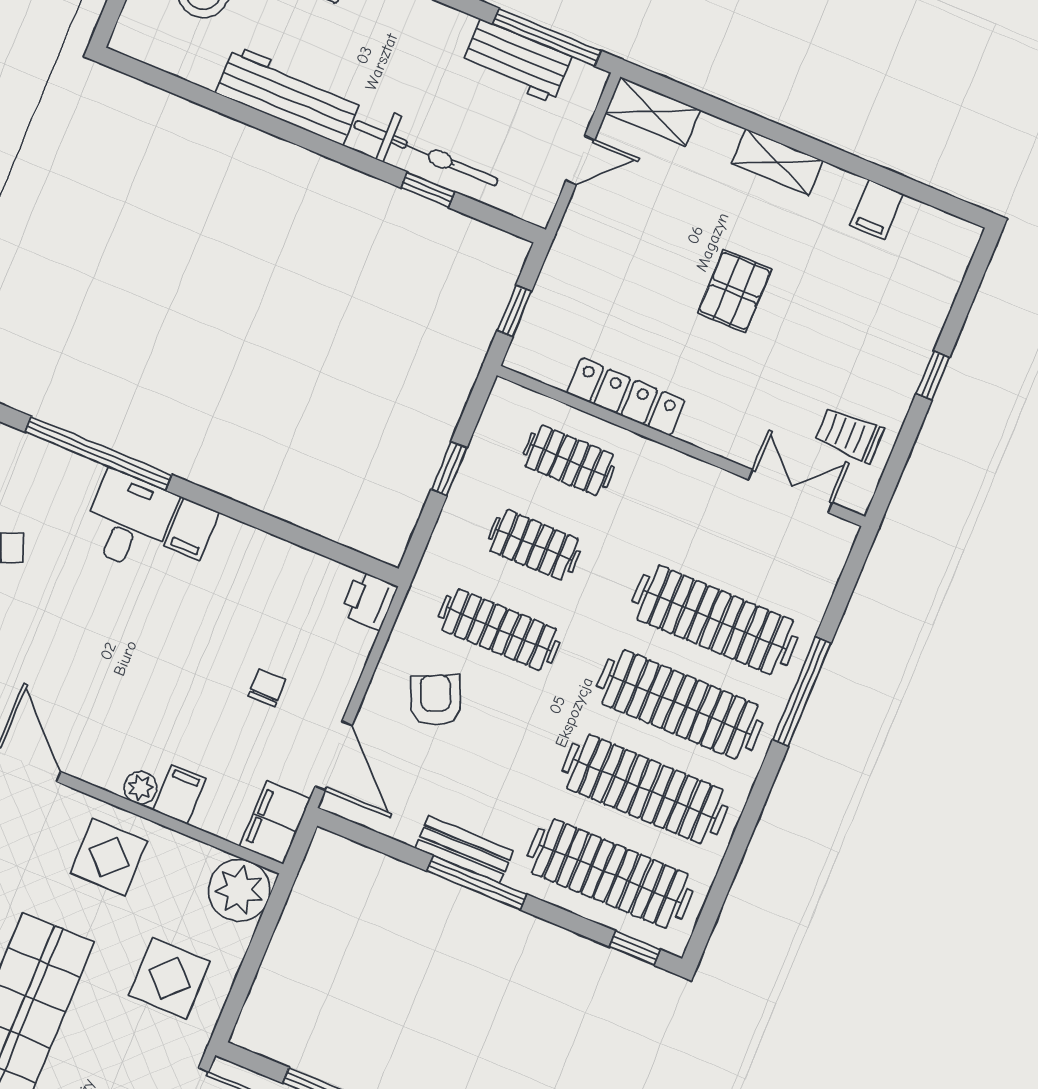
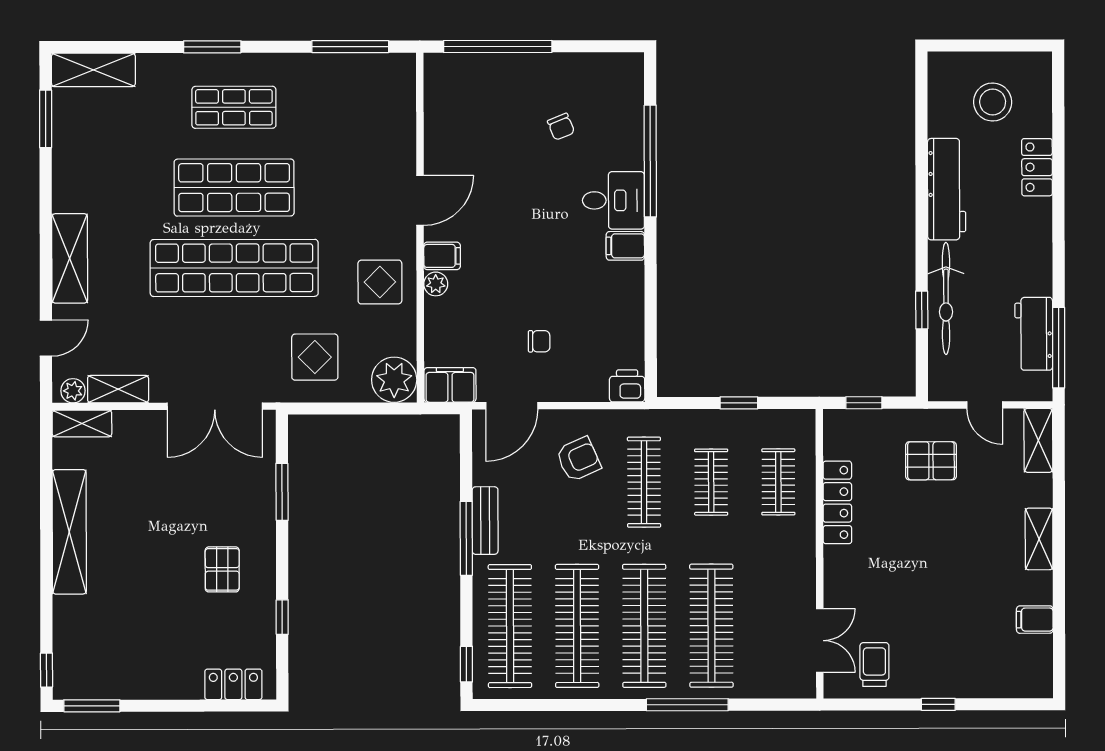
pallet: (735, 291) -> (931, 461), moved
filing cabinet: (179, 794) -> (442, 256), moved

